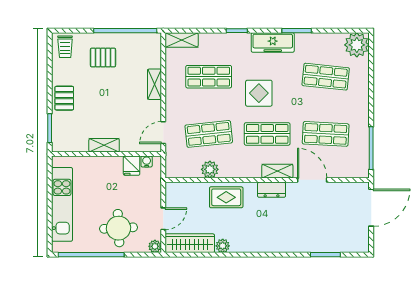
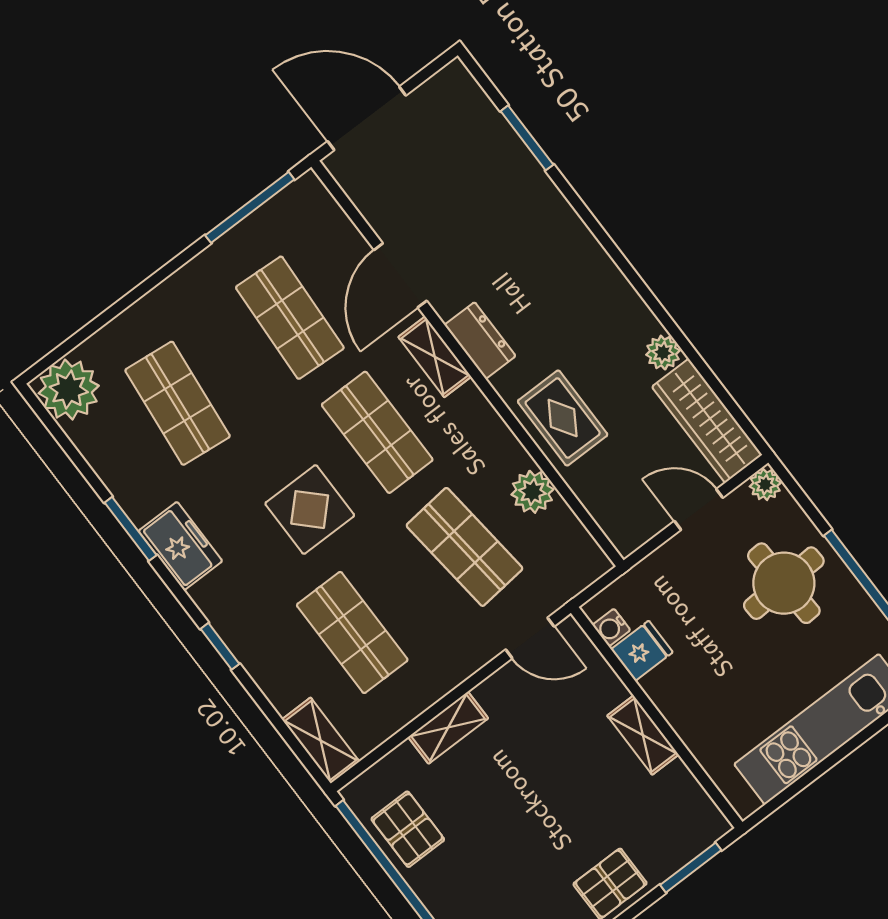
freezer: (273, 42) -> (180, 546), width x0.71
pallet: (103, 58) -> (408, 829), moved

